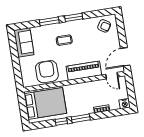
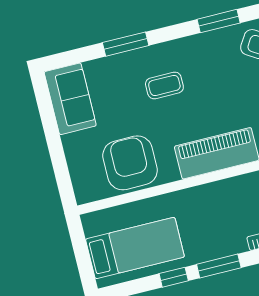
window: (74, 17) -> (219, 21), moved
bed: (45, 103) -> (135, 248), width x0.67

